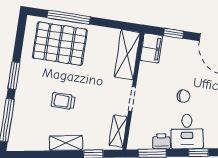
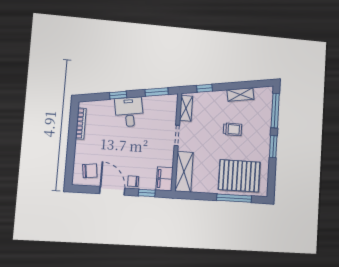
chair: (183, 96) -> (133, 181), moved
printer: (161, 141) -> (150, 102), removed
shelving: (66, 143) -> (240, 94), moved

